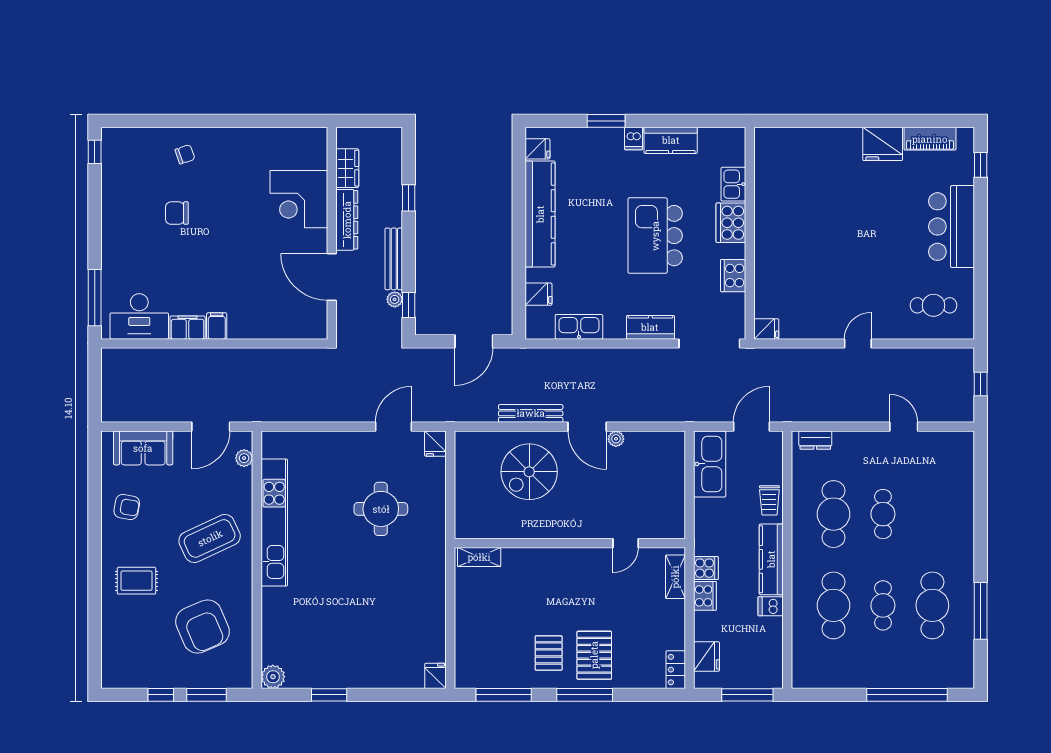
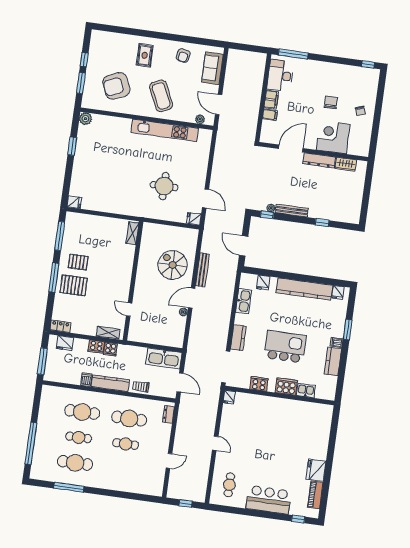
wardrobe: (347, 168) -> (346, 164), moved
corner desk: (299, 199) -> (333, 137), moved
dresser: (347, 220) -> (319, 160), moved
wall: (332, 233) -> (313, 152), moved
door: (332, 277) -> (291, 149), moved

